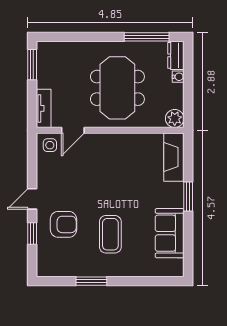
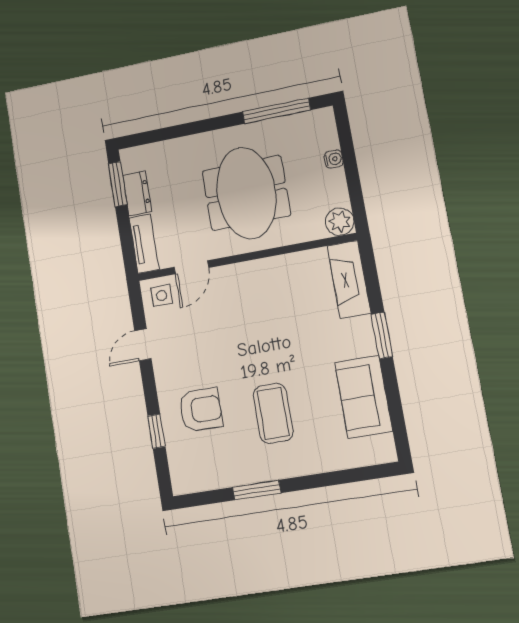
dresser: (176, 55) -> (137, 193), moved, turned 180
door: (32, 199) -> (143, 345), moved

